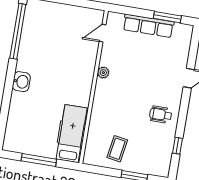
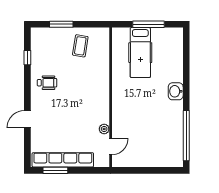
row of seats: (148, 26) -> (63, 160), width x1.36
plant: (103, 73) -> (104, 129), moved
hospital bed: (72, 134) -> (140, 53), moved

